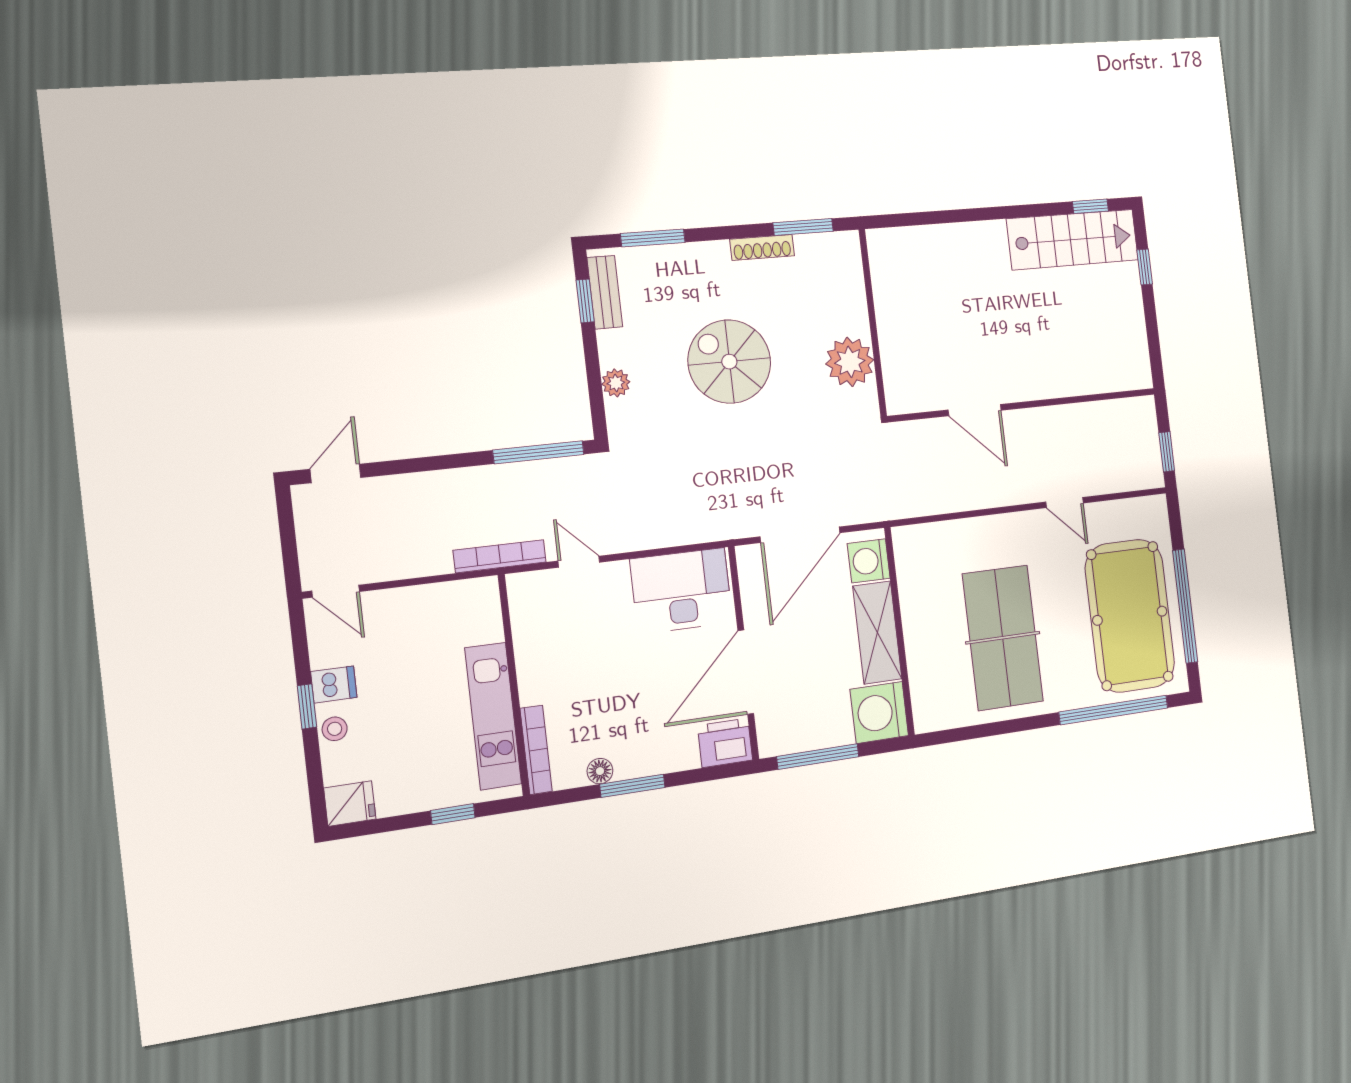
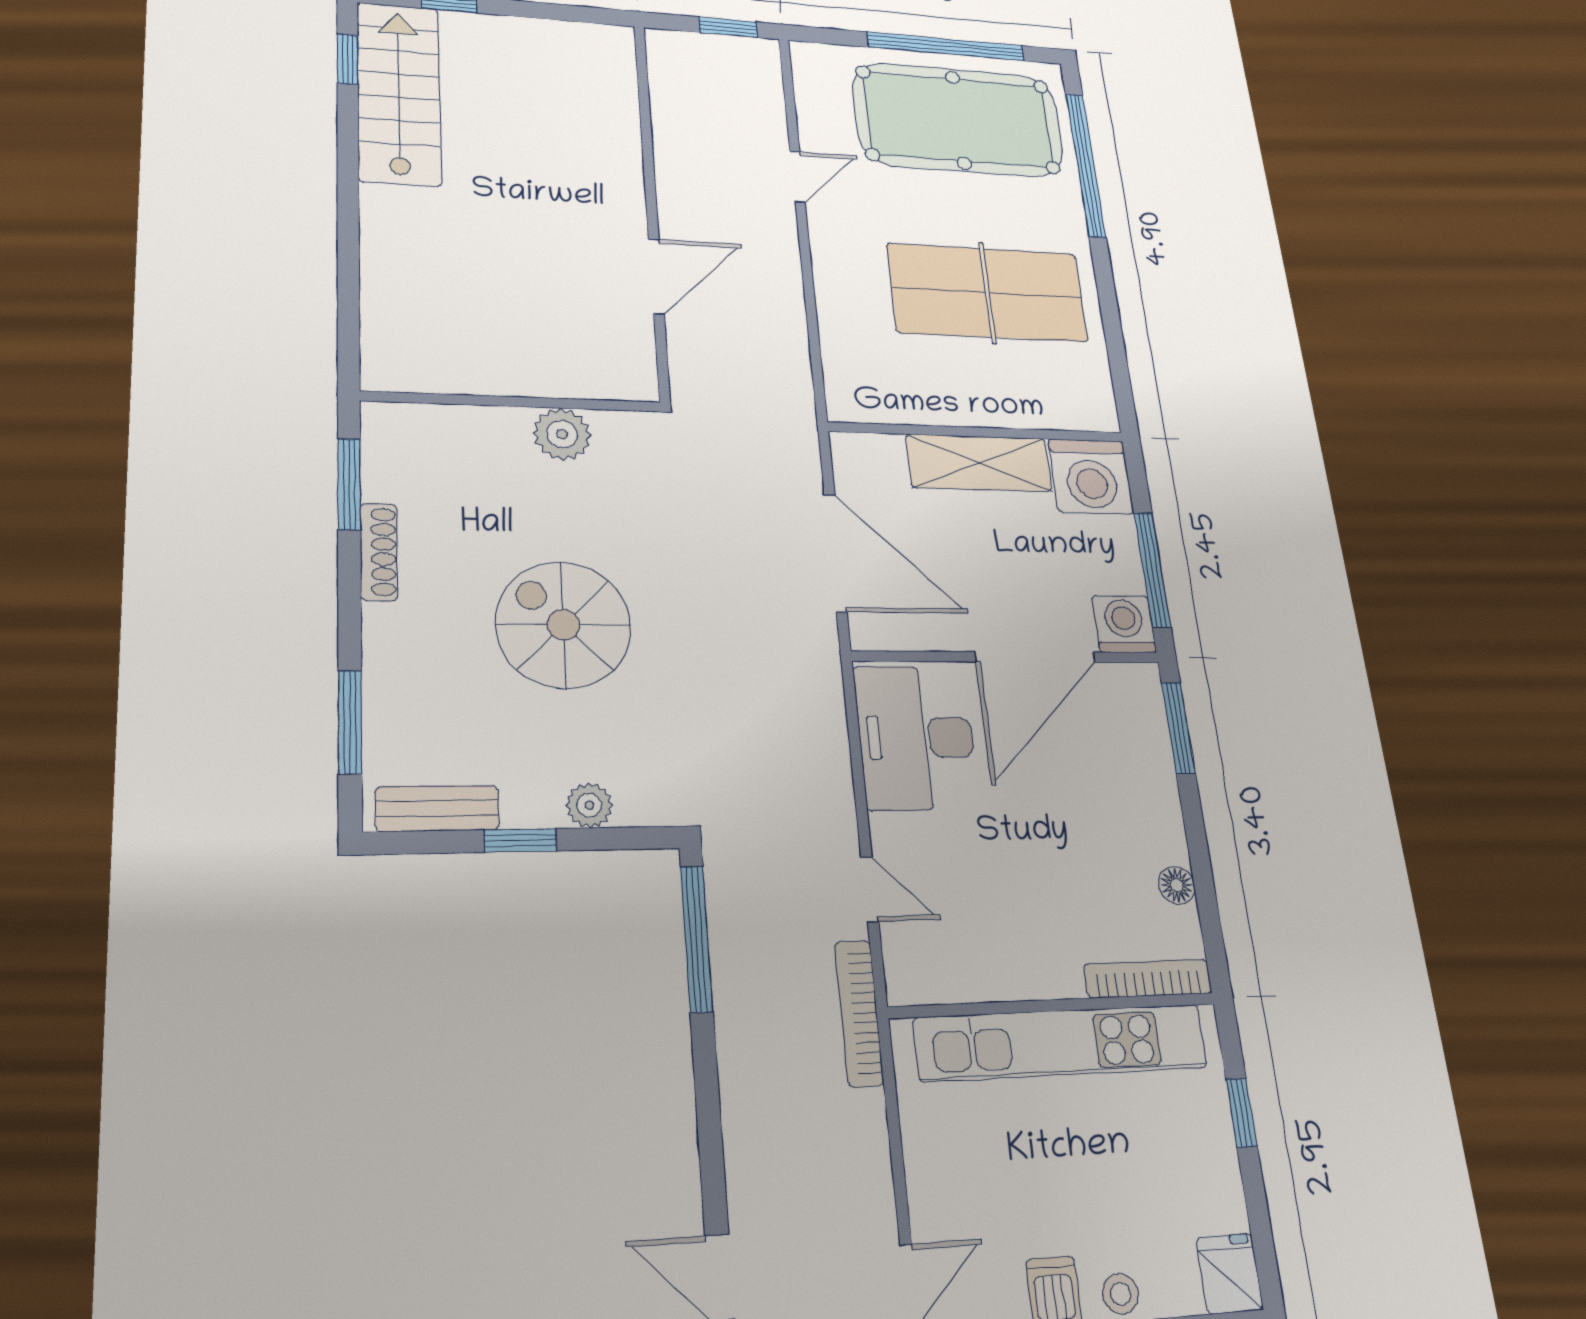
window: (585, 301) -> (520, 840), moved
spiral stairs: (729, 362) -> (564, 625), turned 90
plant: (850, 362) -> (562, 434), width x0.73, depth x0.73
washing machine: (869, 561) -> (1124, 624), moved, turned 180
door: (579, 562) -> (870, 889), swing flipped
door: (746, 672) -> (1035, 657), hinge flipped
kitchen unit: (493, 716) -> (1062, 1043), width x1.36
printer: (725, 743) -> (1135, 699), removed
window: (632, 786) -> (1178, 728), moved

